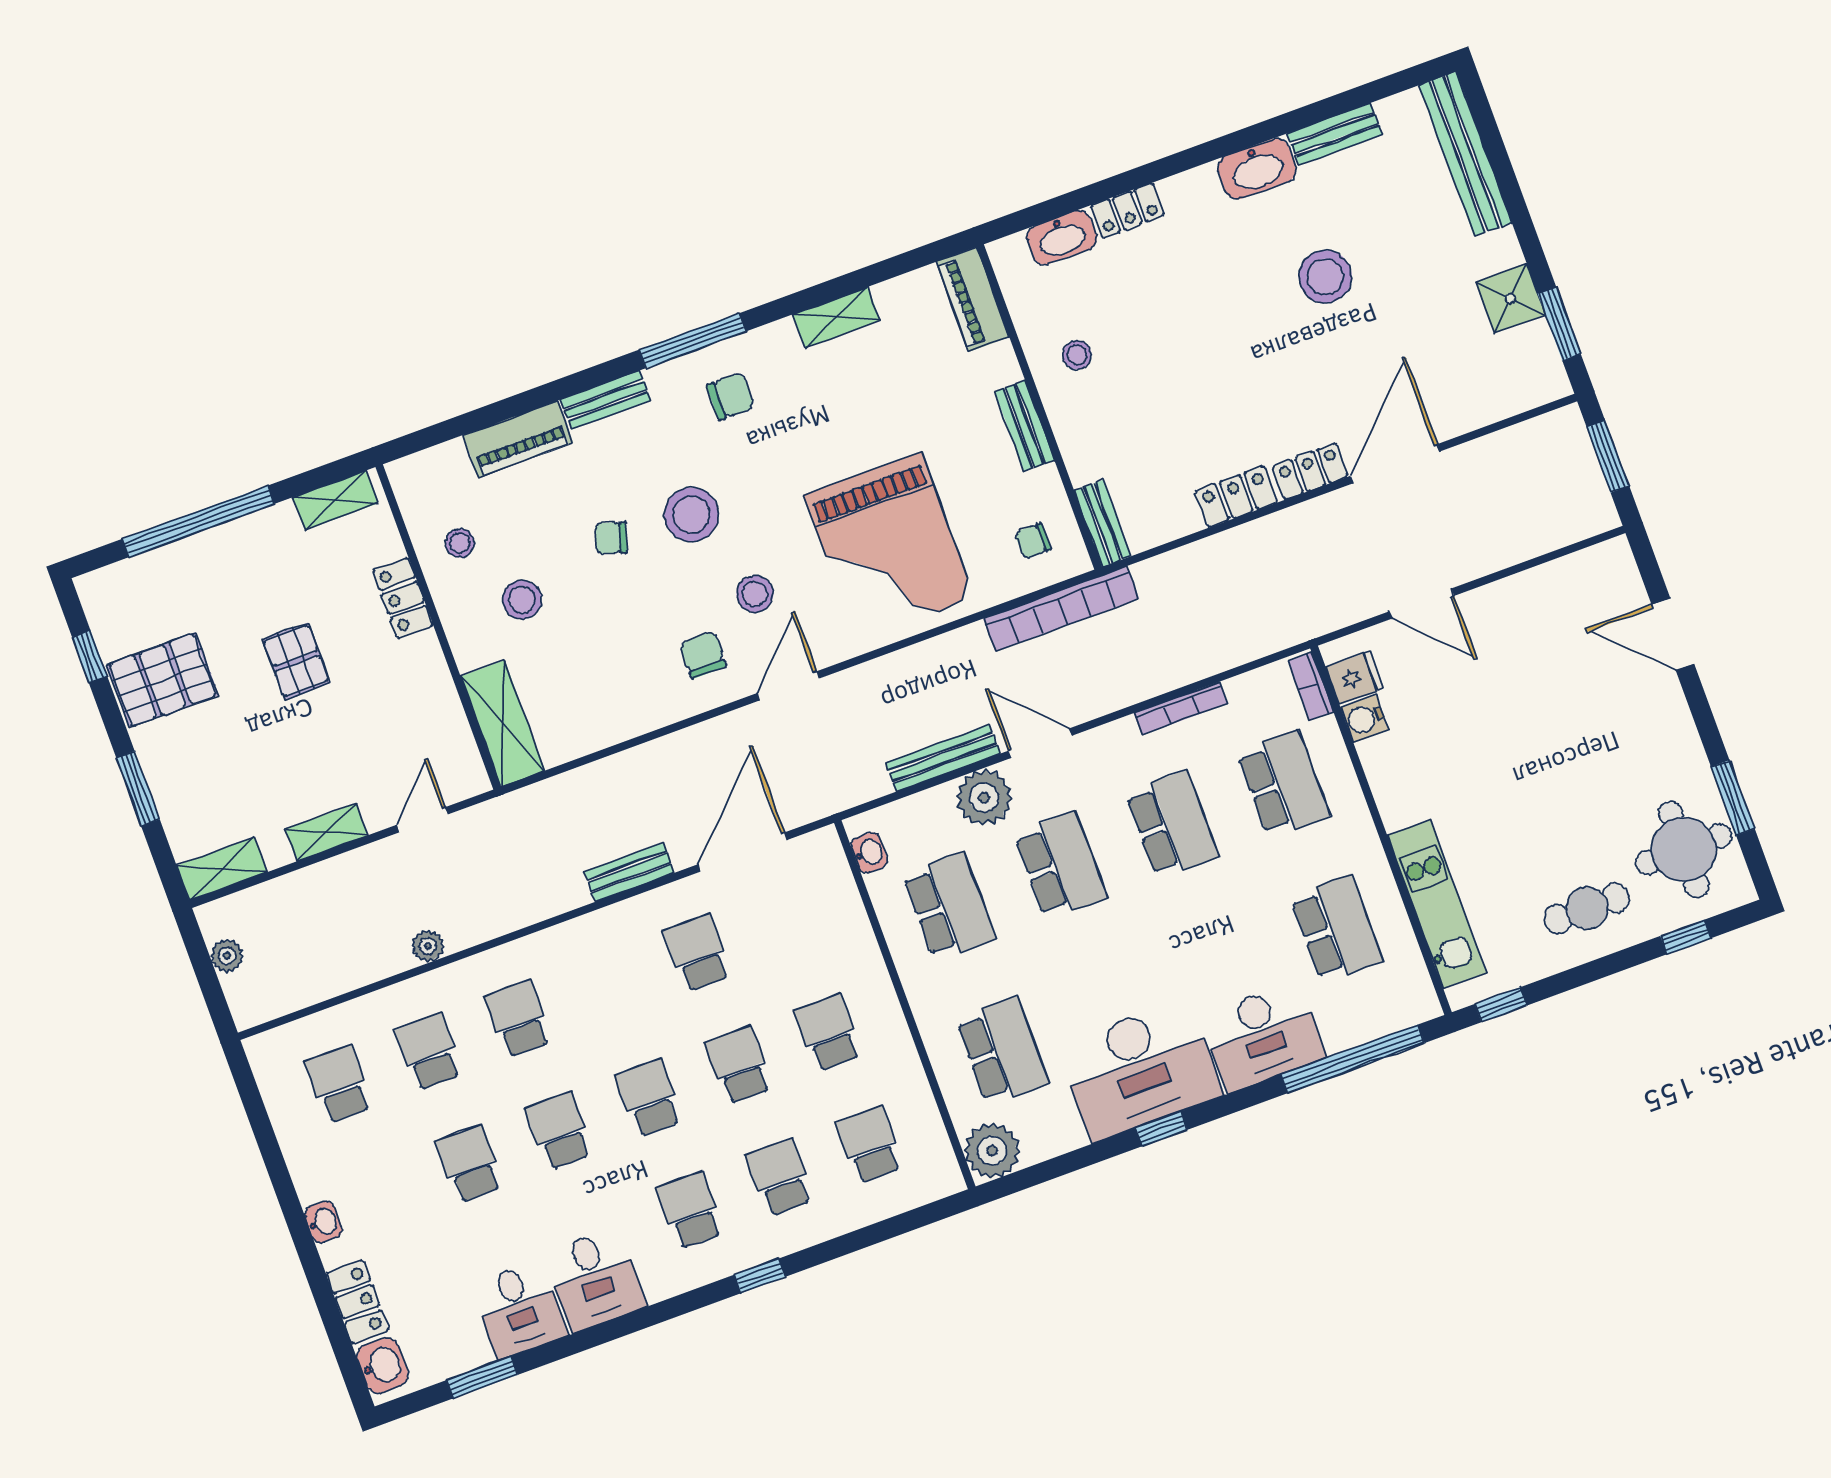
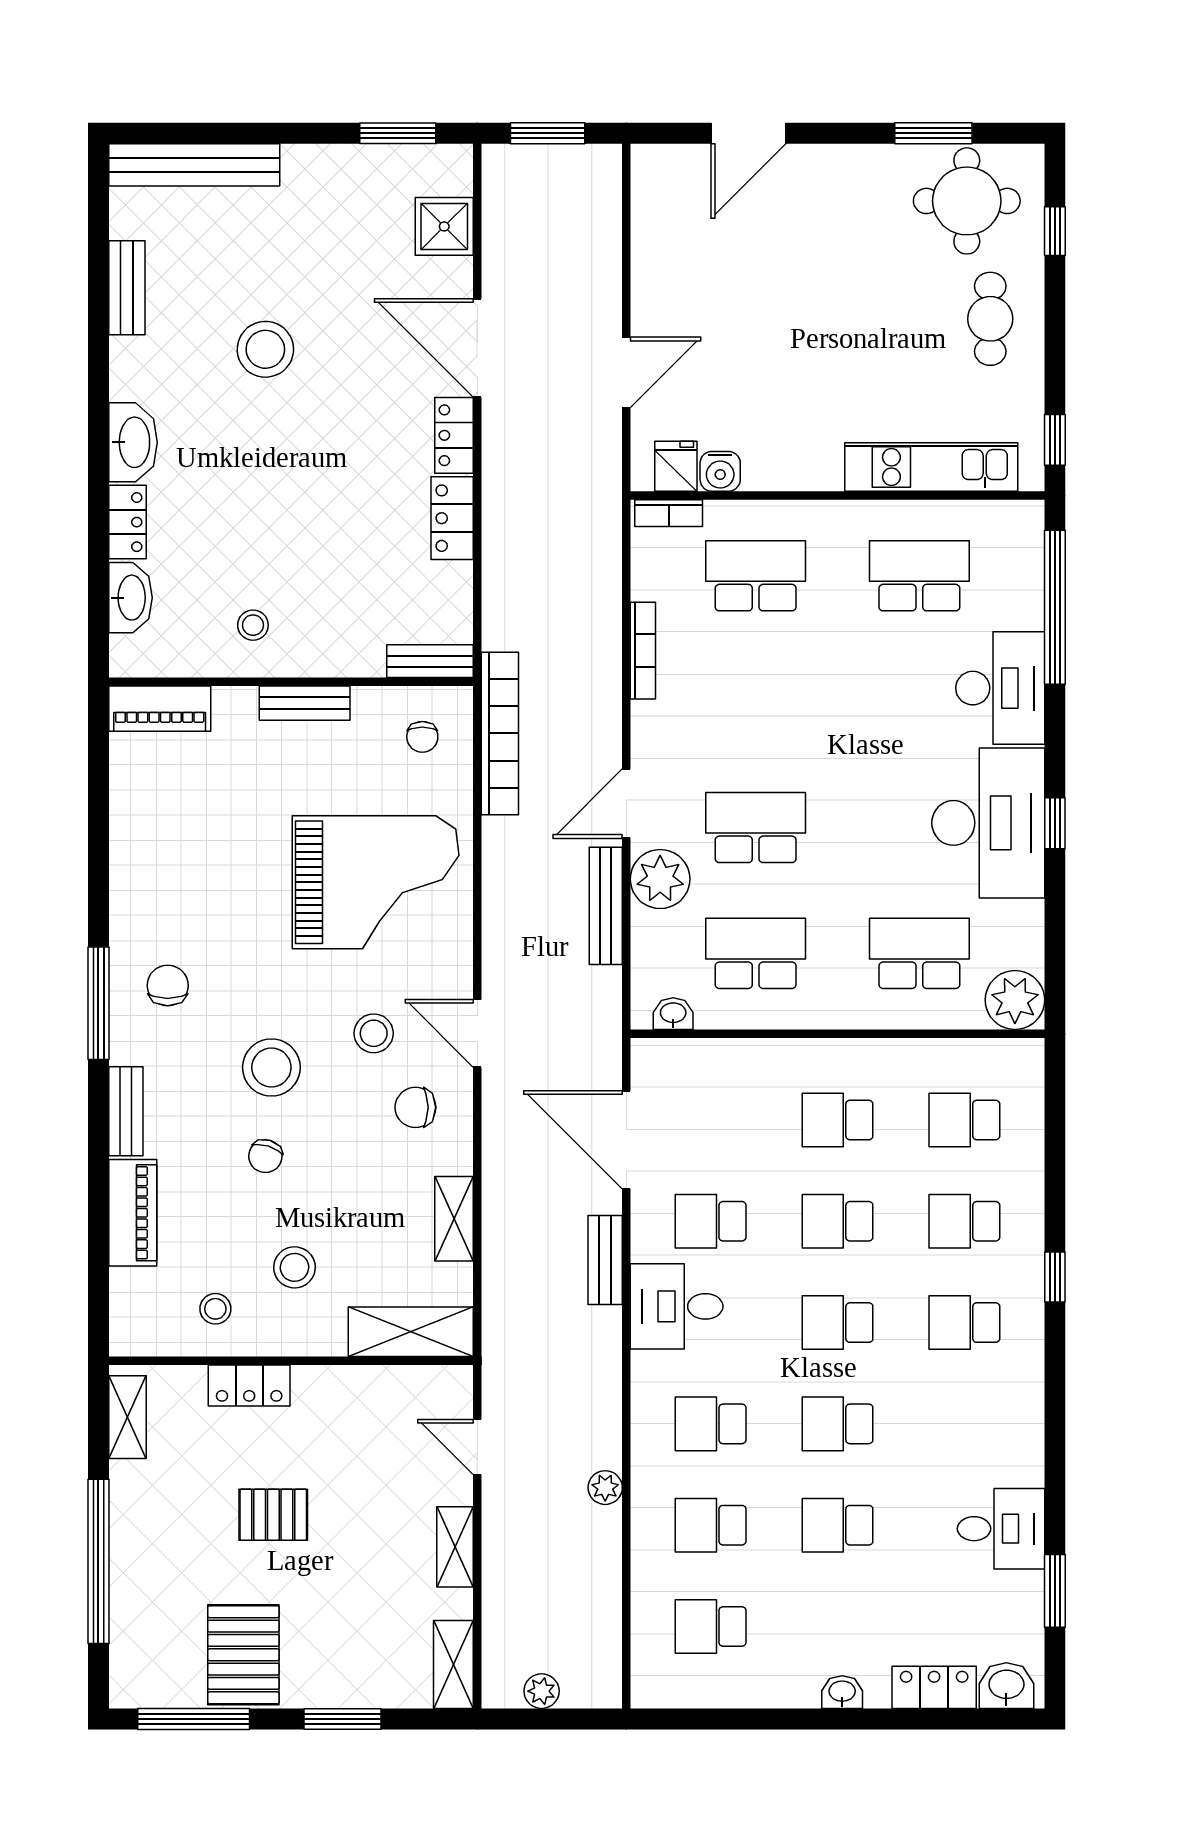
washbasin: (1257, 169) -> (133, 442), moved
shower: (1511, 298) -> (444, 226), moved
shelving: (836, 317) -> (454, 1219), moved
window: (90, 657) -> (194, 1719), width x2.17
school desk: (1172, 825) -> (756, 702), removed
desk: (595, 1279) -> (677, 1306), moved, turned 180

